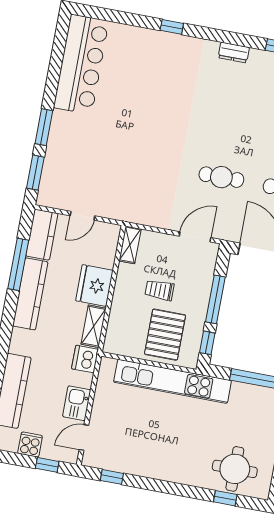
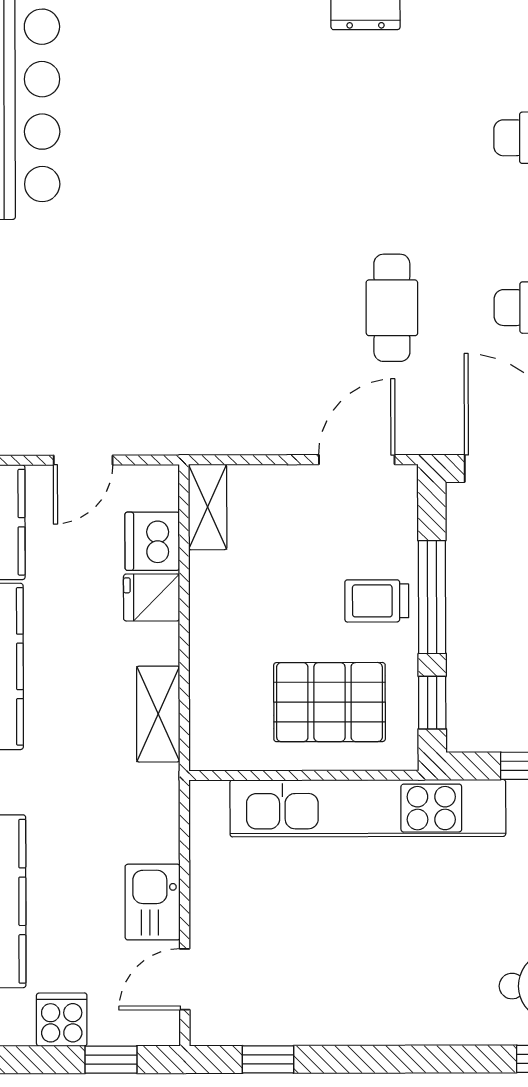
cafe table: (221, 177) -> (392, 308), turned 90
fridge: (94, 286) -> (152, 597), width x0.53, depth x0.75
trolley: (159, 290) -> (377, 601), moved
pallet: (165, 335) -> (329, 702), turned 90
dishwasher: (85, 359) -> (152, 541), moved

